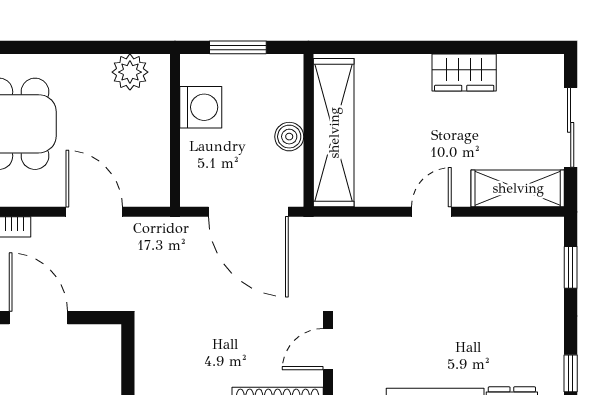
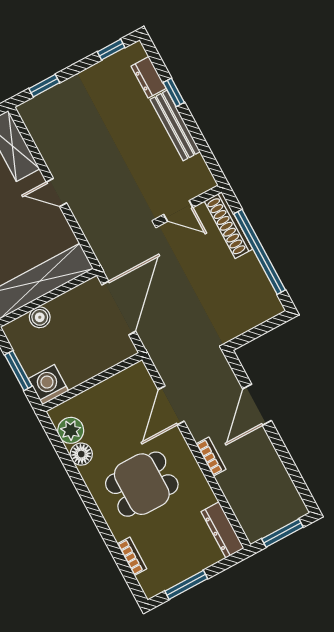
floor lamp: (94, 69) -> (81, 454), added
washing machine: (201, 107) -> (48, 385), moved
boiler: (289, 137) -> (40, 317), moved

